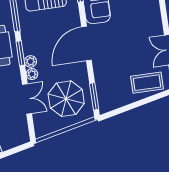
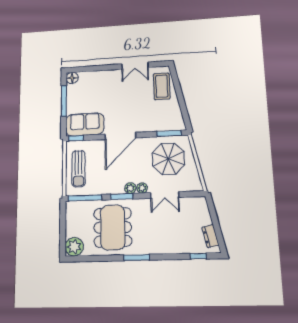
door: (87, 43) -> (120, 136), hinge flipped
double door: (27, 99) -> (165, 195), swing flipped

